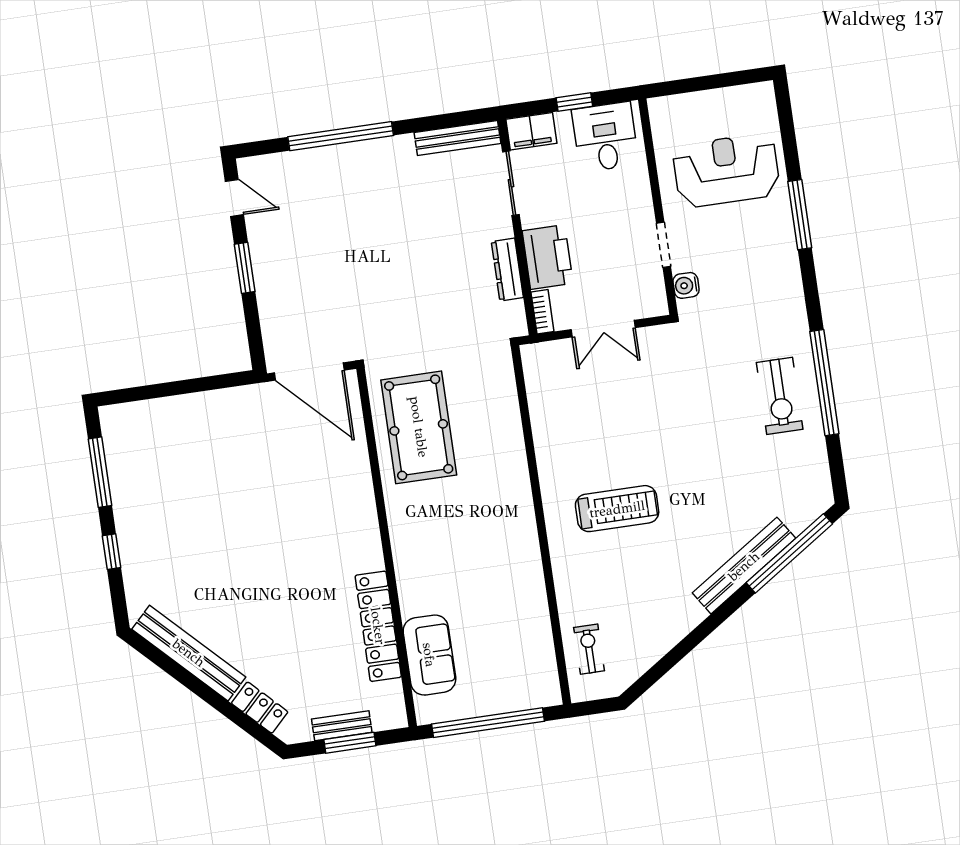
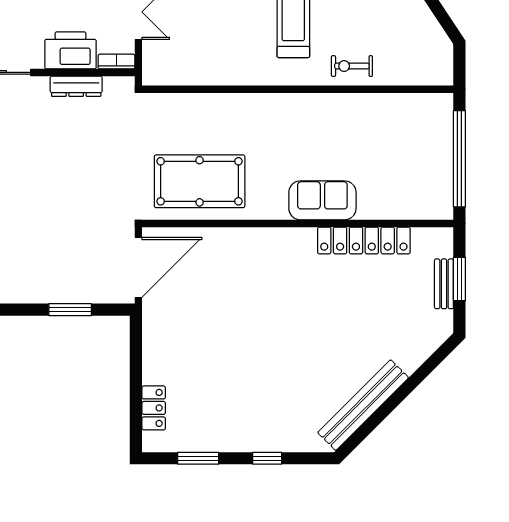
window: (245, 268) -> (70, 310), moved
window: (100, 472) -> (198, 458), width x0.69
exercise bike: (589, 649) -> (352, 66), moved
sofa: (429, 655) -> (322, 200), moved
locker: (260, 708) -> (154, 408), moved, turned 135

